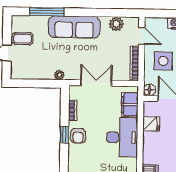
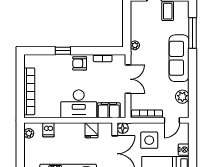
window: (64, 135) -> (63, 51), moved

